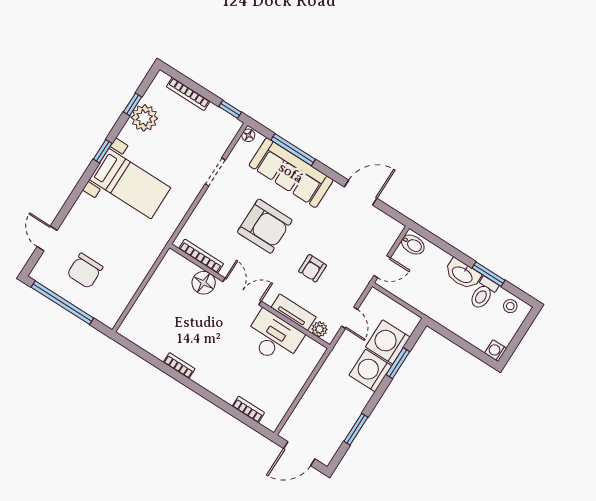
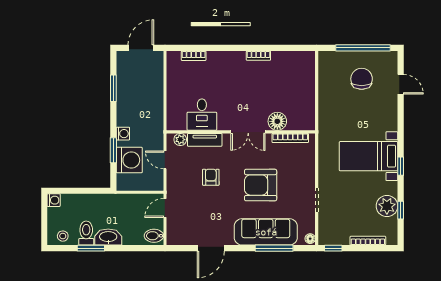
desk: (274, 337) -> (202, 115), width x0.73
washing machine: (370, 370) -> (123, 134), width x0.53, depth x0.53

